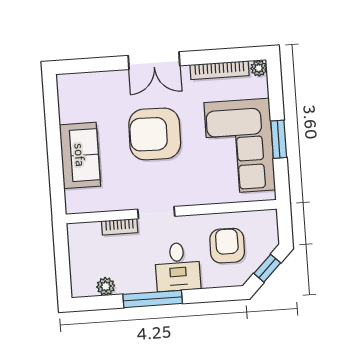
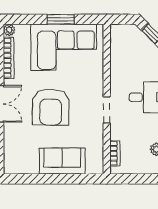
bookcase: (120, 227) -> (115, 153), moved
armchair: (227, 246) -> (134, 61), removed

